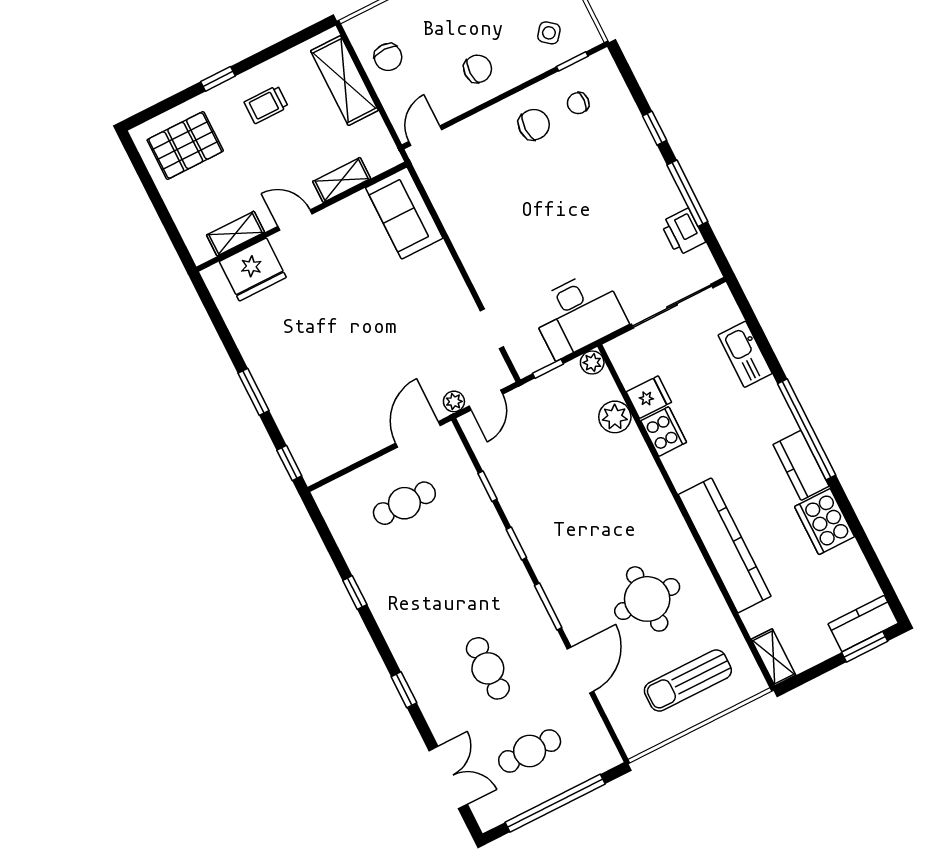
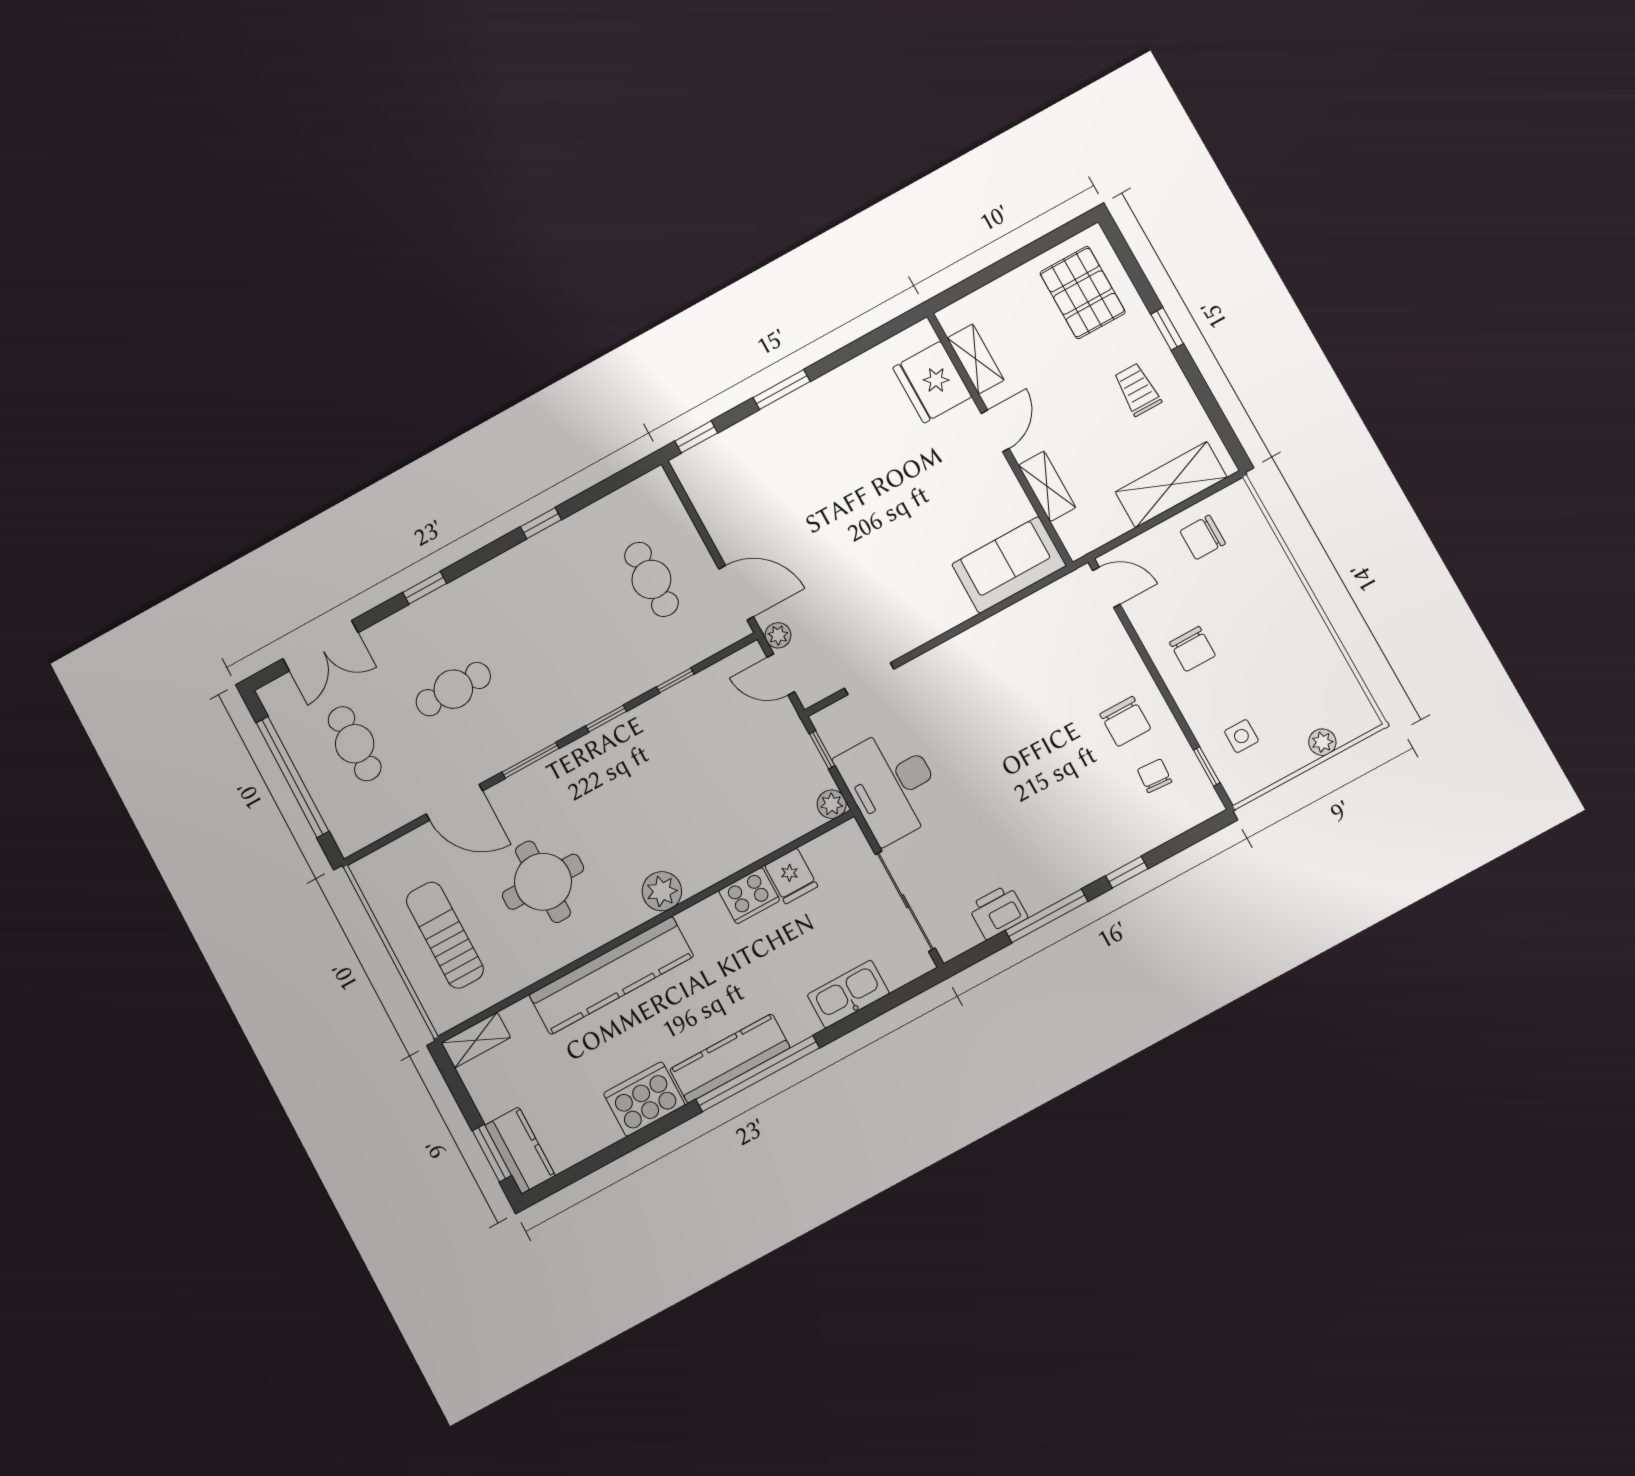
side table: (549, 33) -> (1241, 736), turned -38
plant: (615, 417) -> (662, 891), moved
kitchen counter: (801, 465) -> (730, 1058), width x1.50

